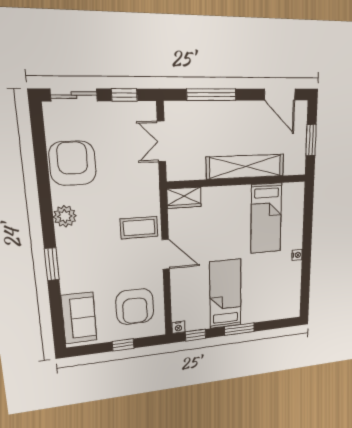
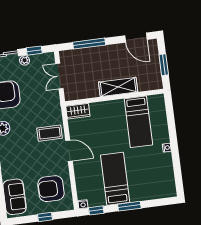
plant: (107, 109) -> (25, 60), added
shelving: (245, 167) -> (118, 87), width x0.68
armchair: (135, 307) -> (51, 189), turned 90

